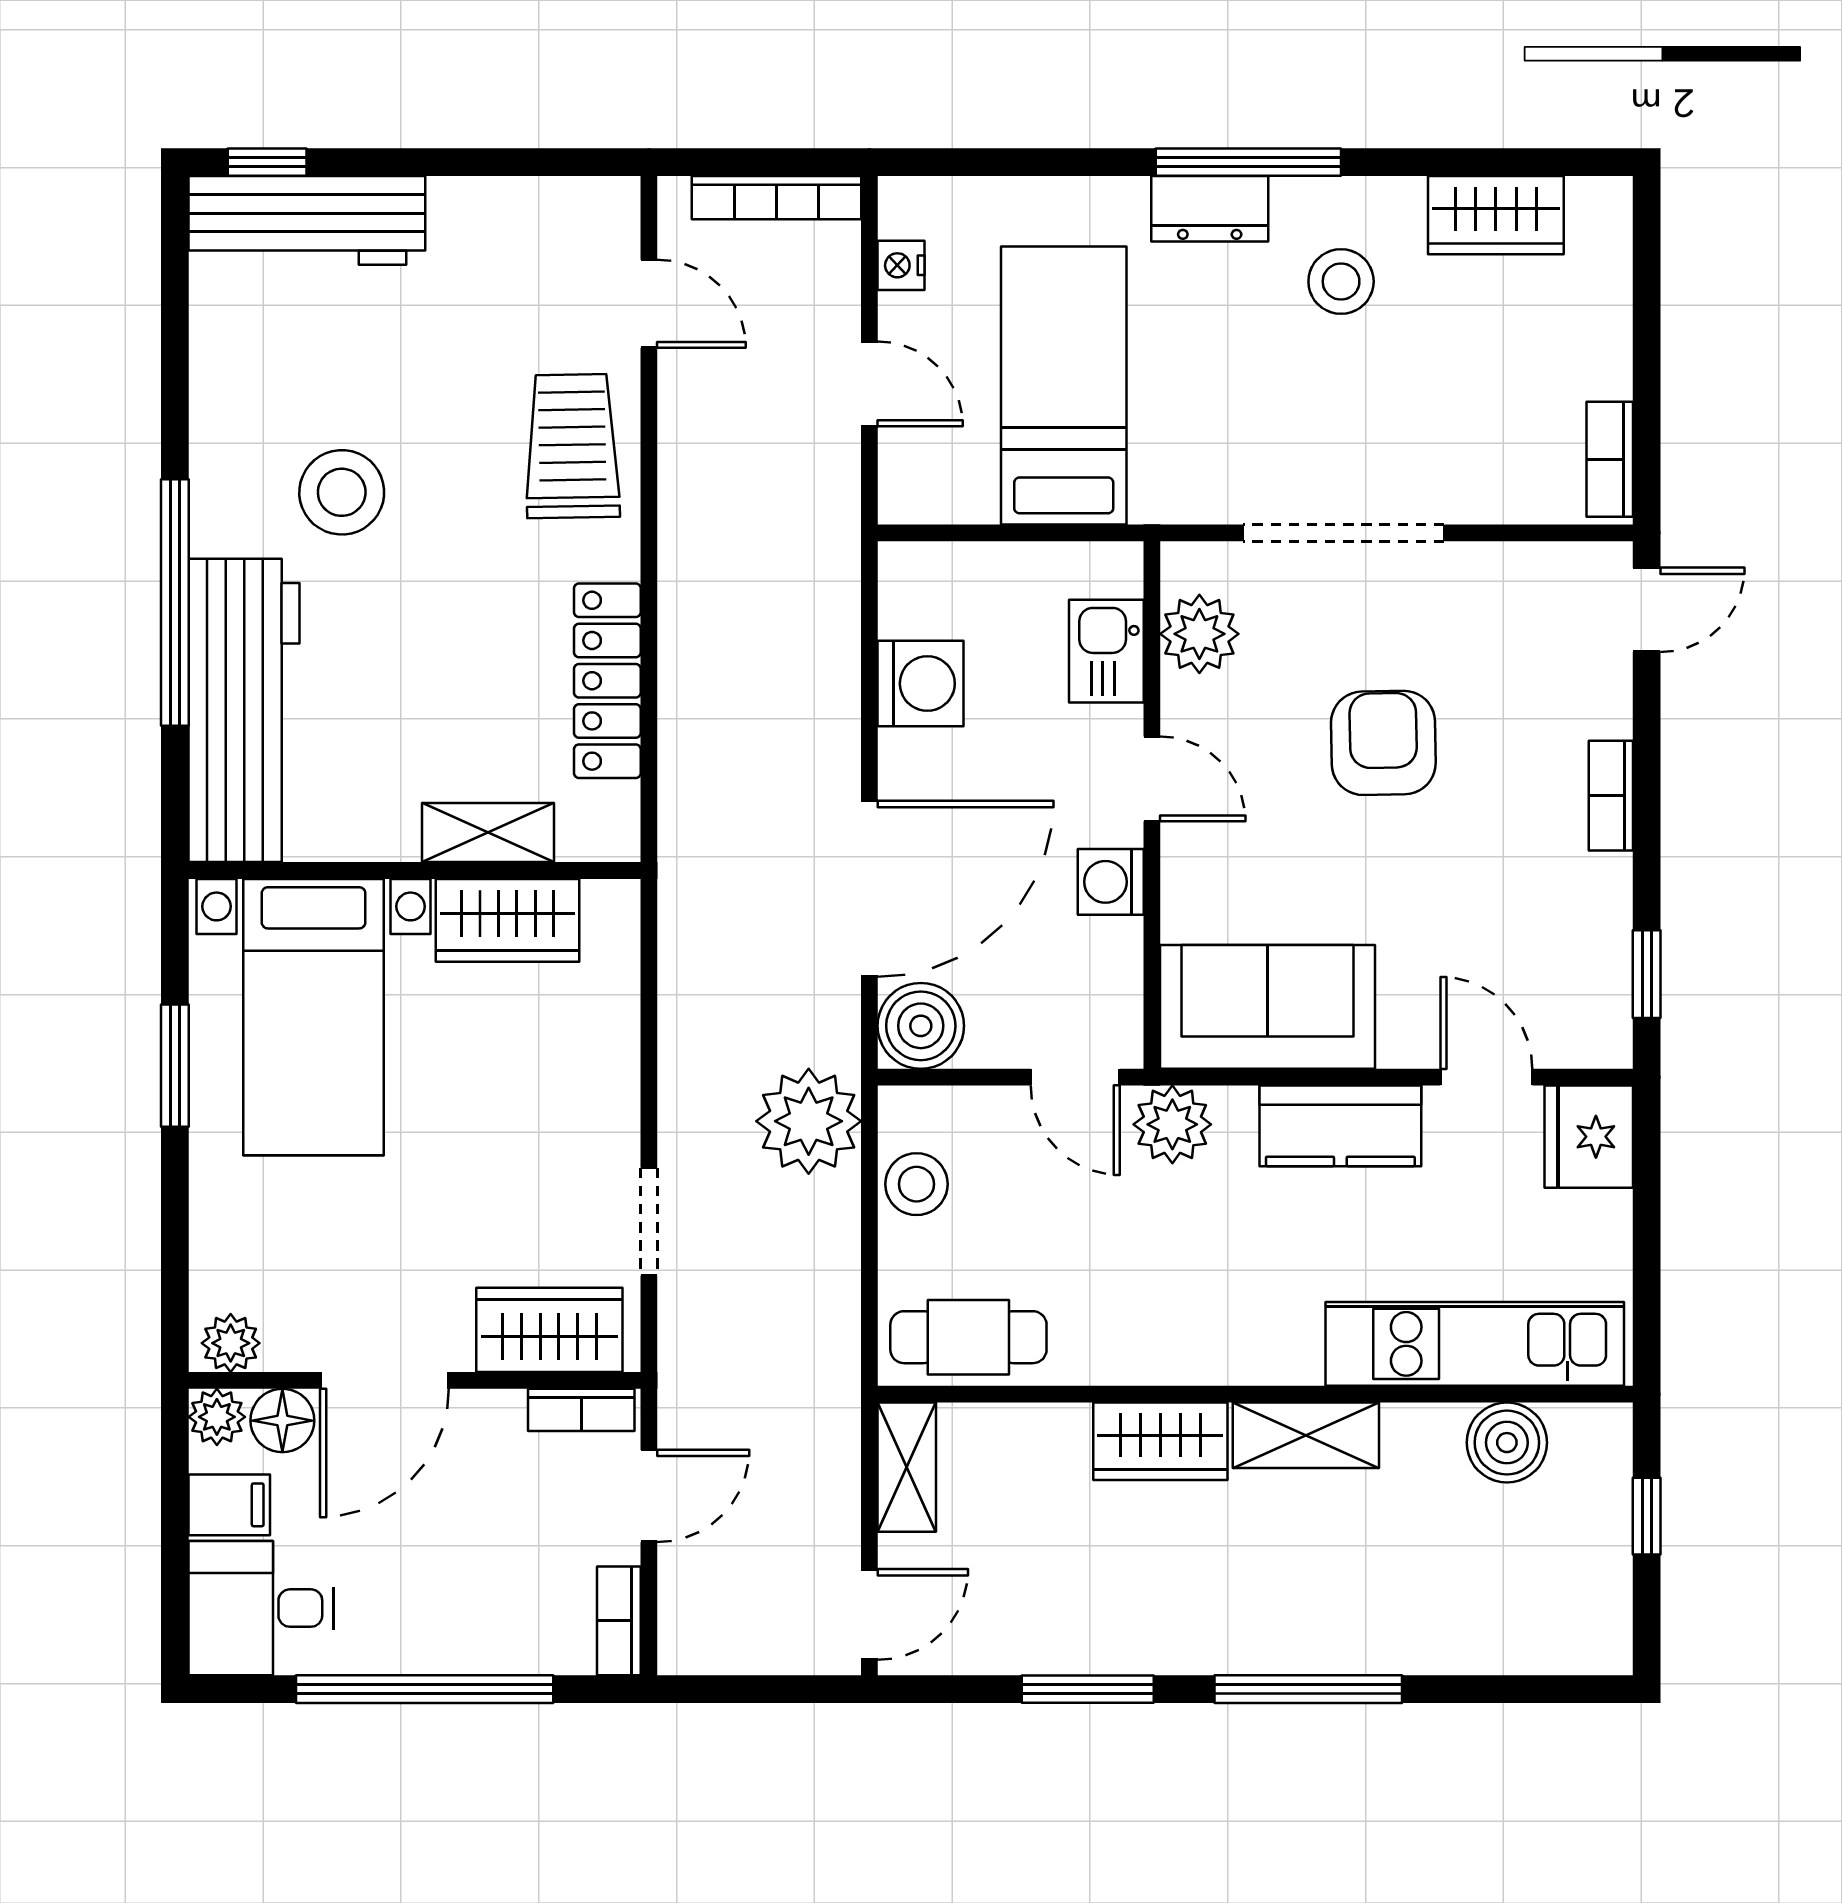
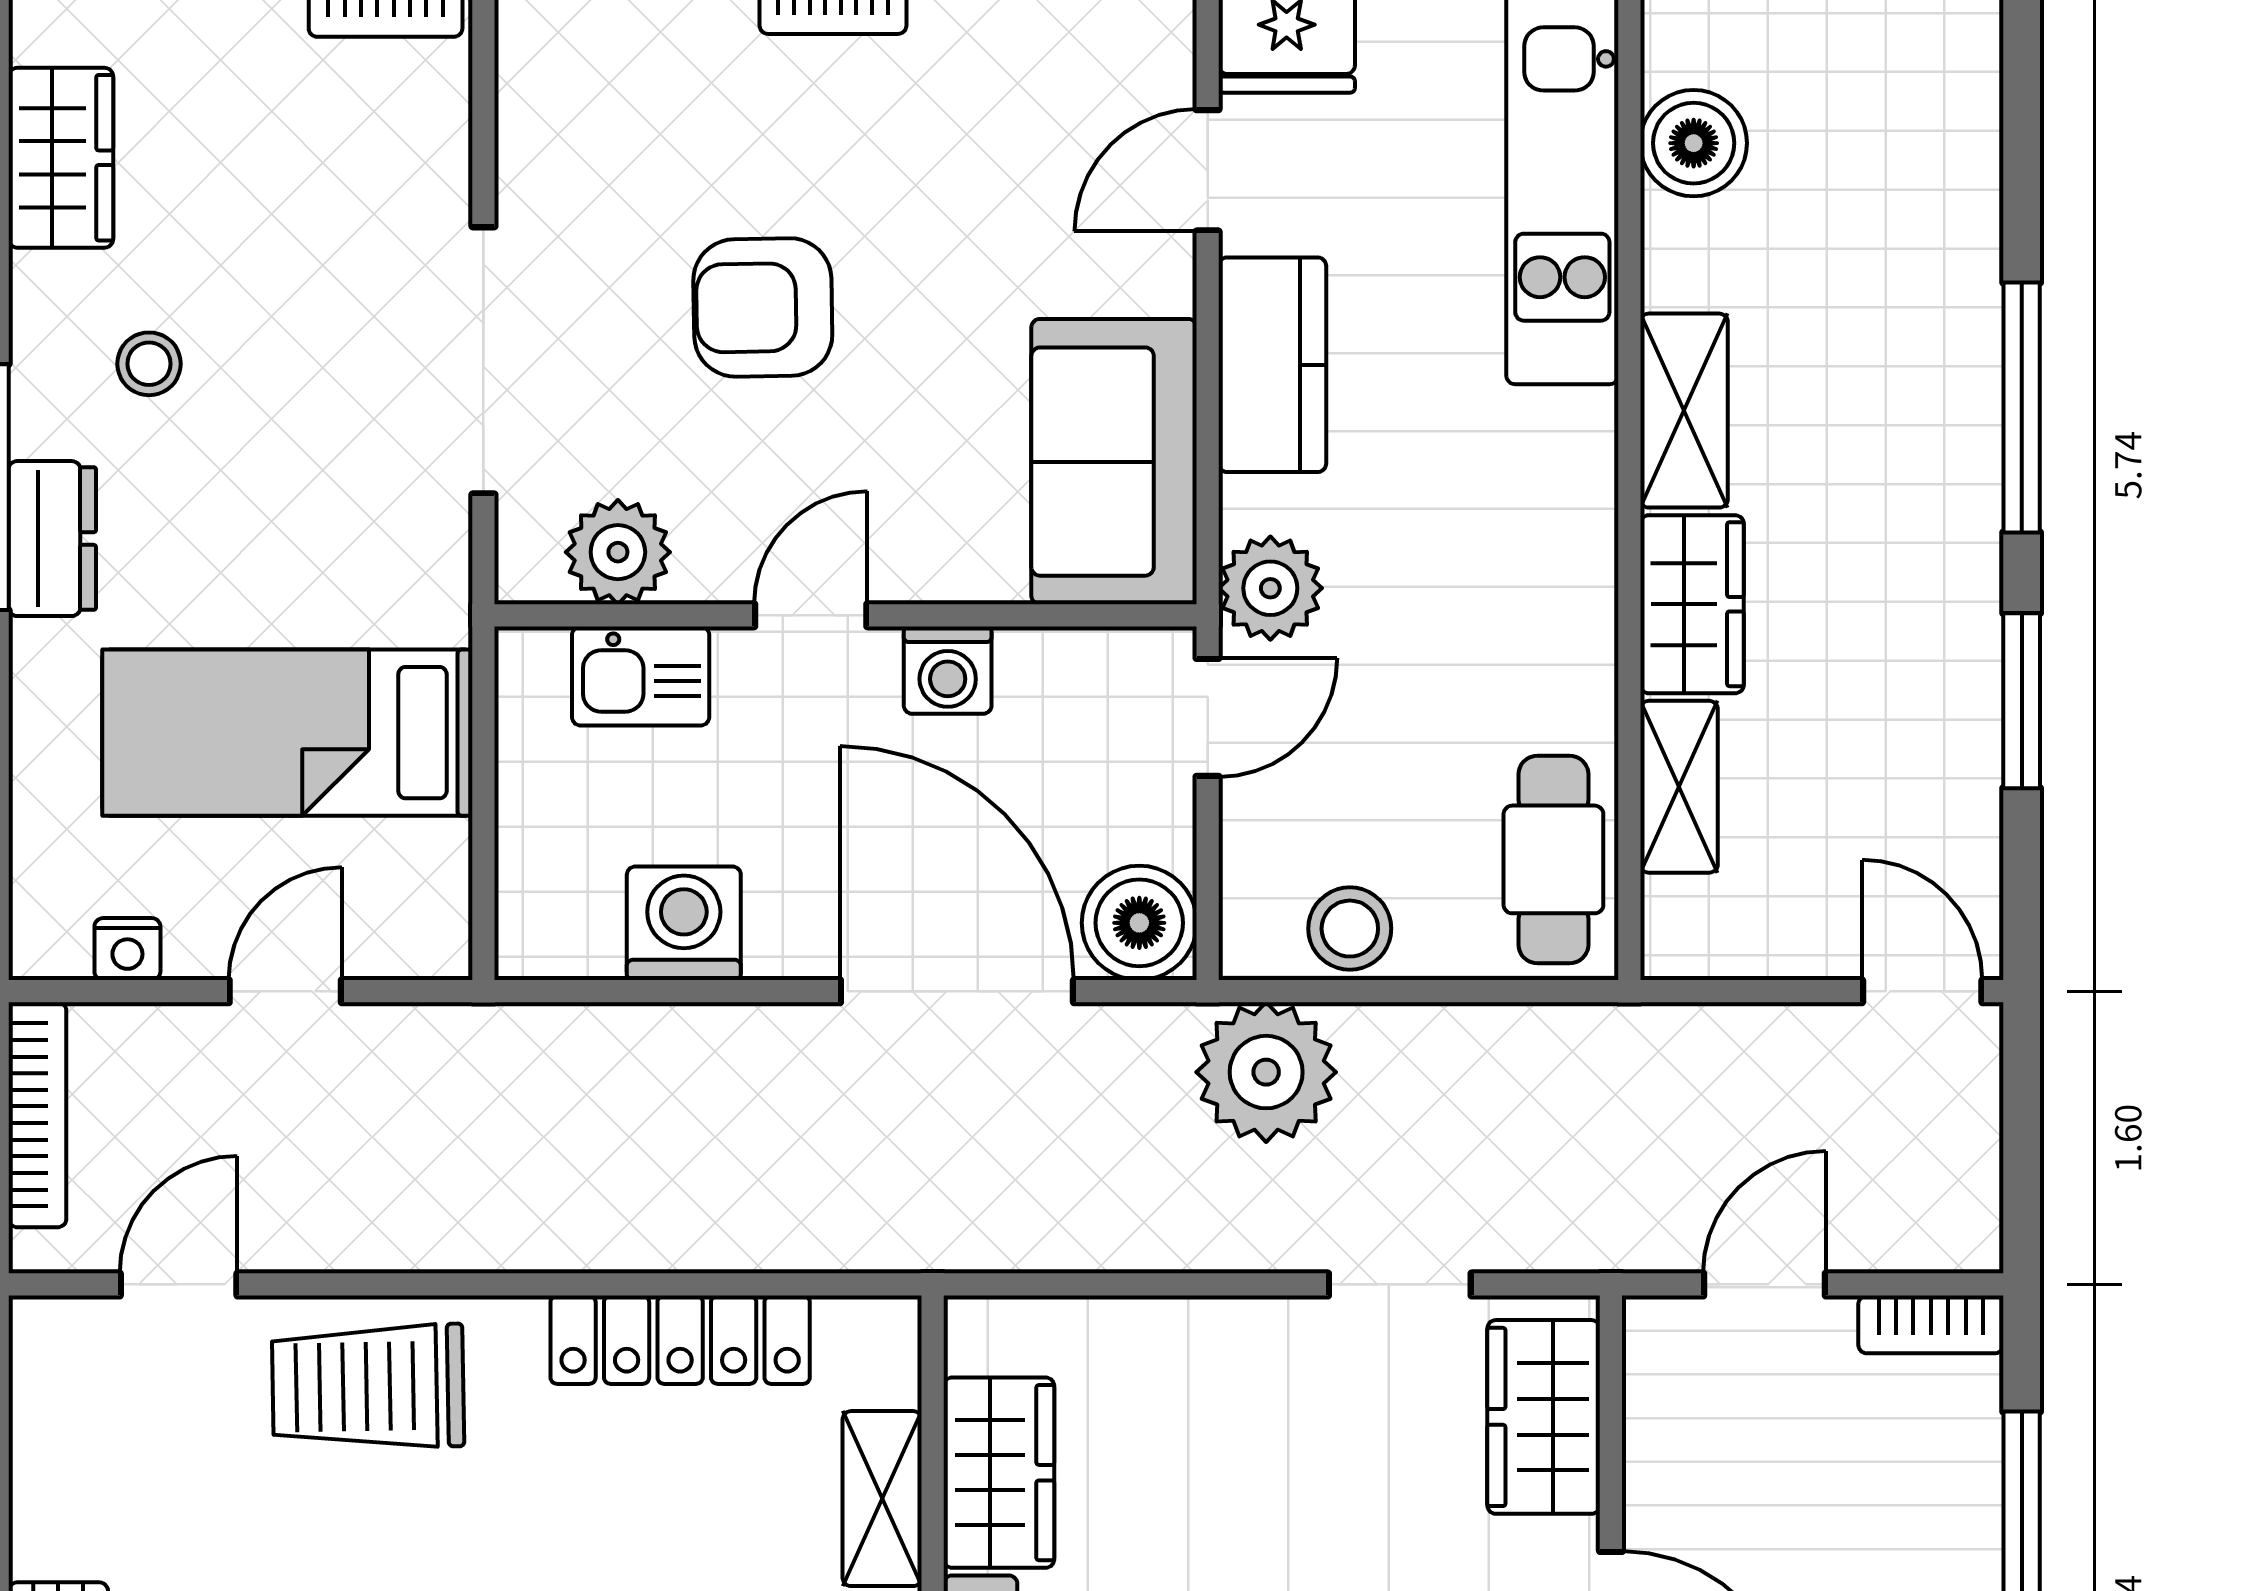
stool: (1341, 281) -> (149, 364), width x0.73, depth x0.73
bookcase: (581, 1410) -> (1650, 1374), removed
shelving: (907, 1467) -> (1679, 787), moved, turned 90
door: (649, 1496) -> (1765, 1284), hinge flipped

